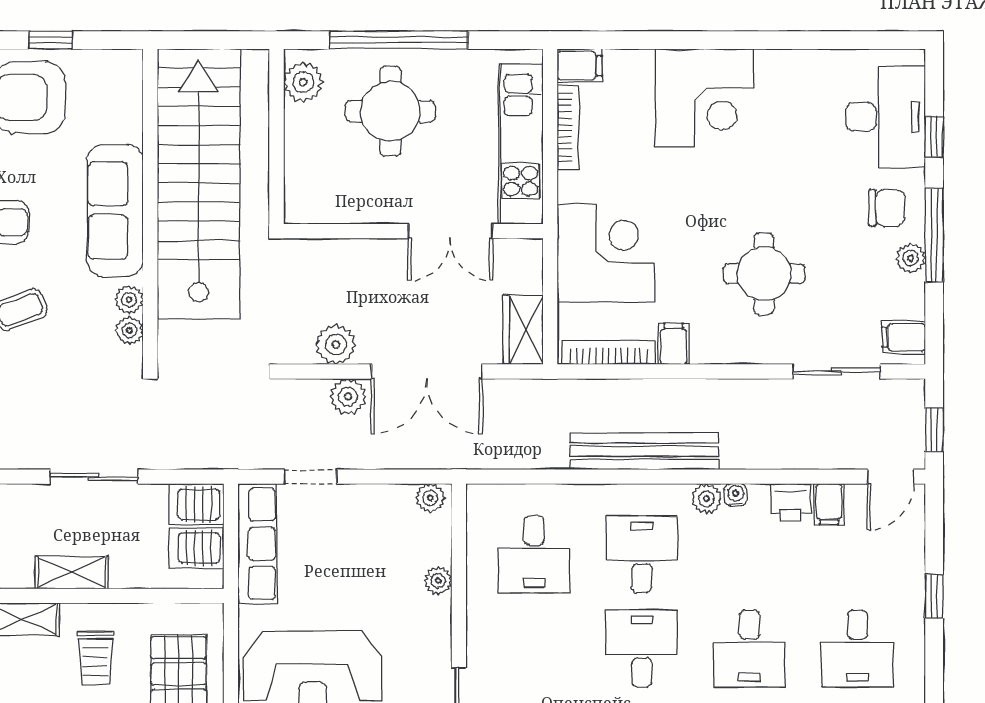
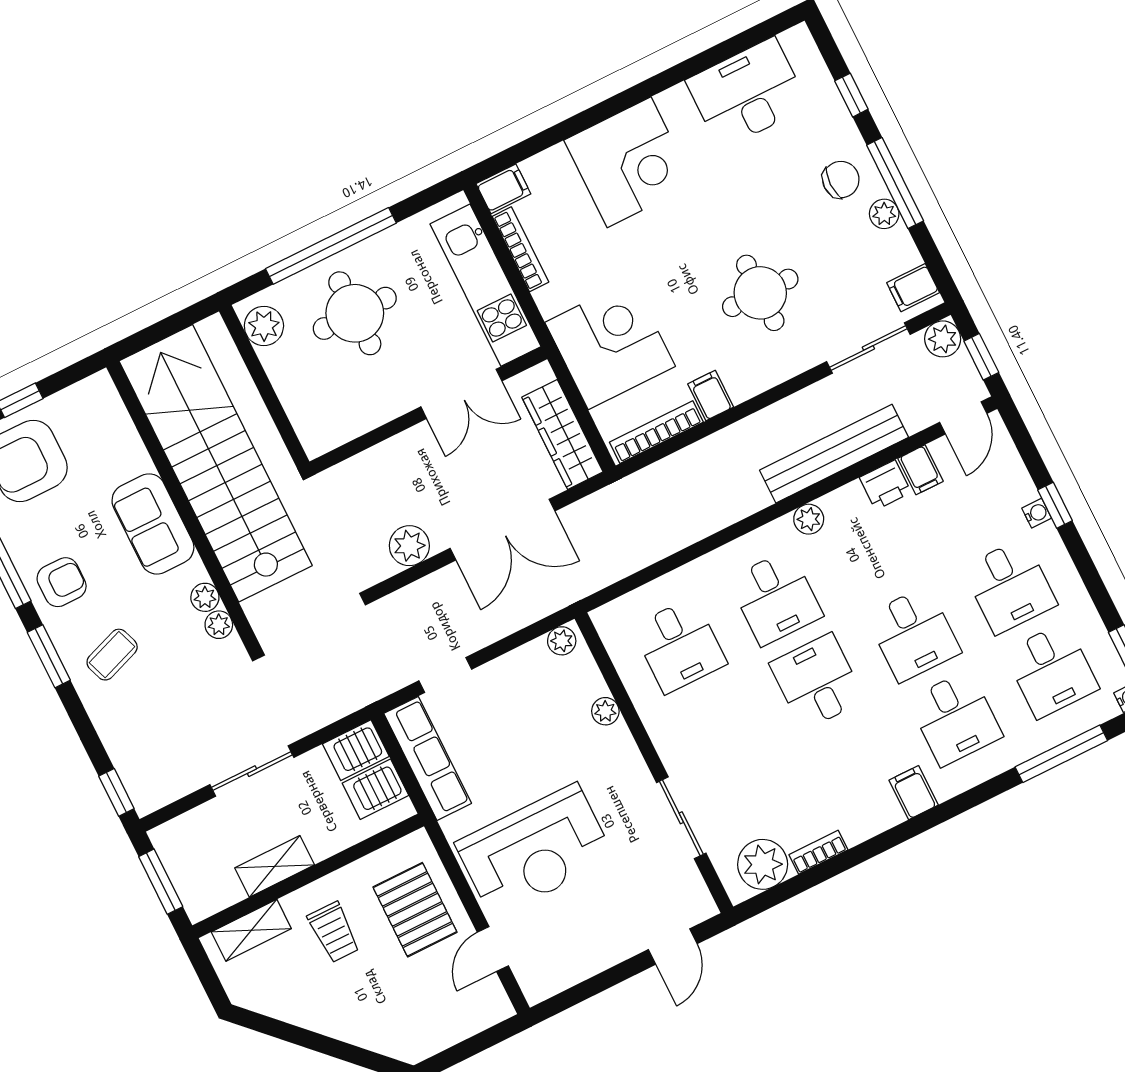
desk: (886, 117) -> (747, 93), moved, turned -90
sofa: (115, 210) -> (153, 524), width x0.73
wardrobe: (523, 330) -> (562, 434), width x1.50
plant: (348, 397) -> (943, 339), moved
bench: (644, 451) -> (834, 454), moved
water cooler: (736, 495) -> (1037, 513), moved, turned 90
desk: (642, 554) -> (776, 598), turned 180

